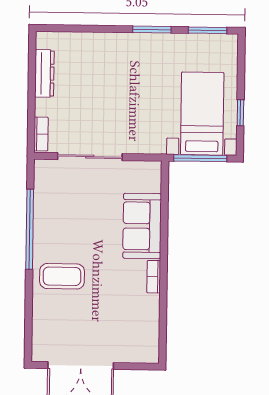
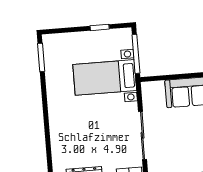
window: (152, 29) -> (44, 99), removed
bed with nightstands: (202, 114) -> (105, 77), moved

